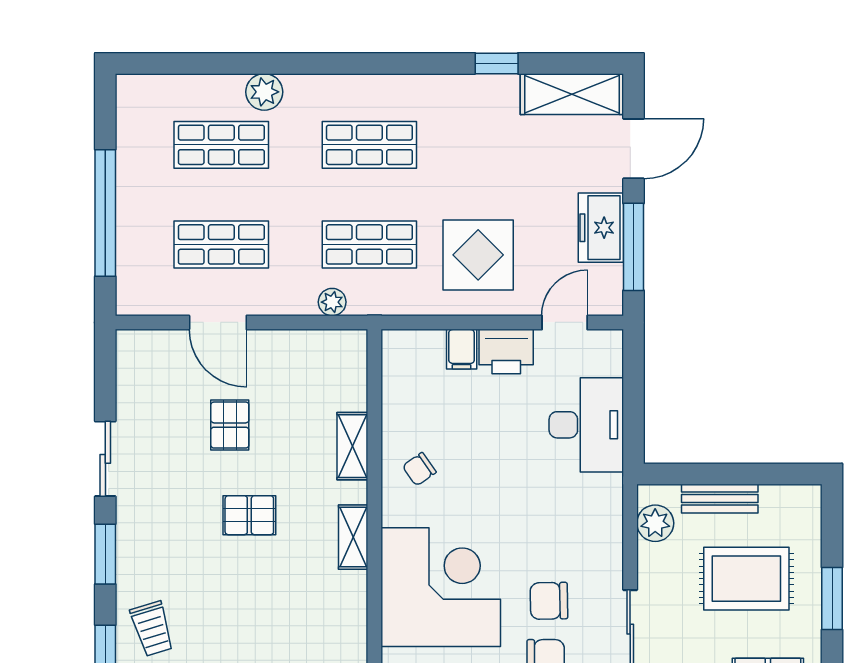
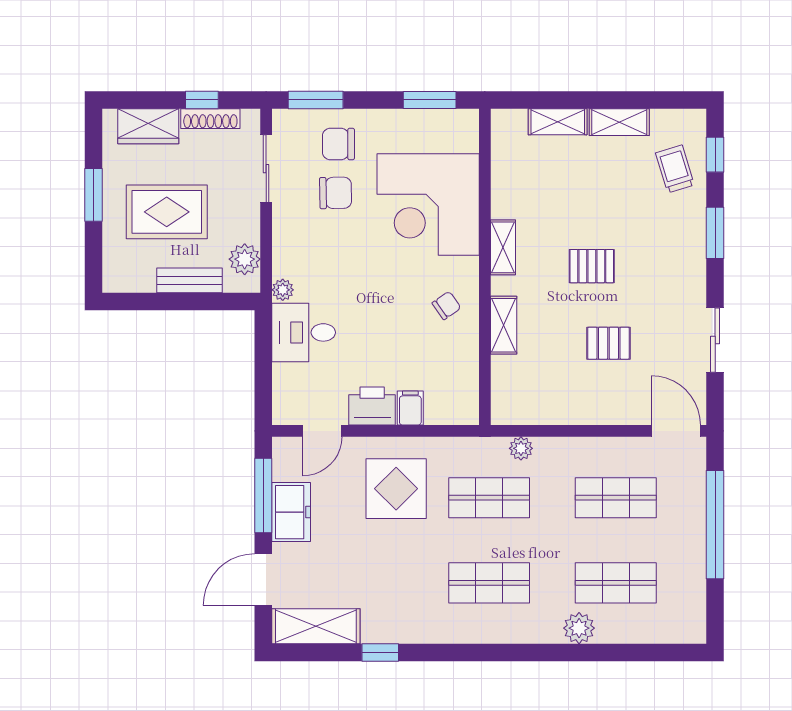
door: (218, 322) -> (676, 431), moved
pallet: (230, 425) -> (608, 343), turned 90
desk: (586, 425) -> (304, 332), width x0.73
sliding door: (105, 459) -> (715, 340), moved
plant: (611, 487) -> (283, 290), added

